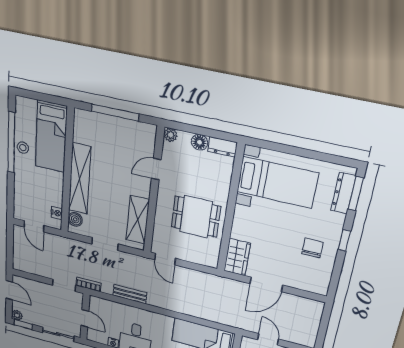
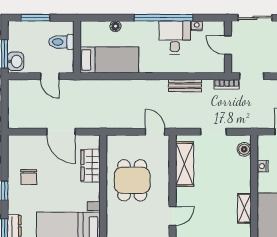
shelving: (80, 179) -> (244, 208), width x0.45, depth x0.75
nightstand: (57, 213) -> (263, 166), moved
dining table: (196, 217) -> (132, 180), turned 90
wardrobe: (237, 257) -> (91, 166), moved
door: (266, 284) -> (61, 132), swing flipped

